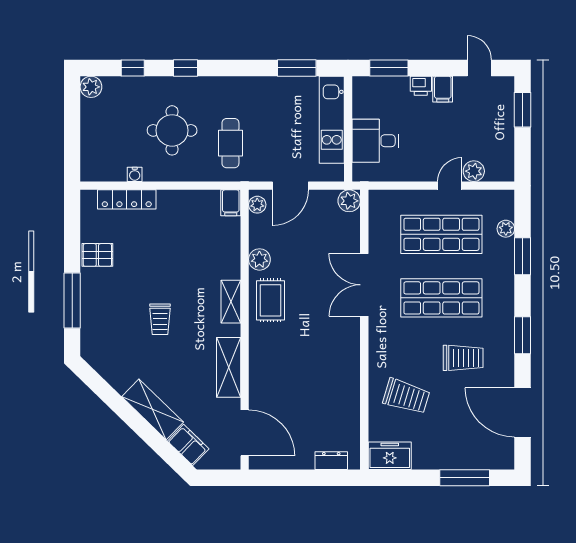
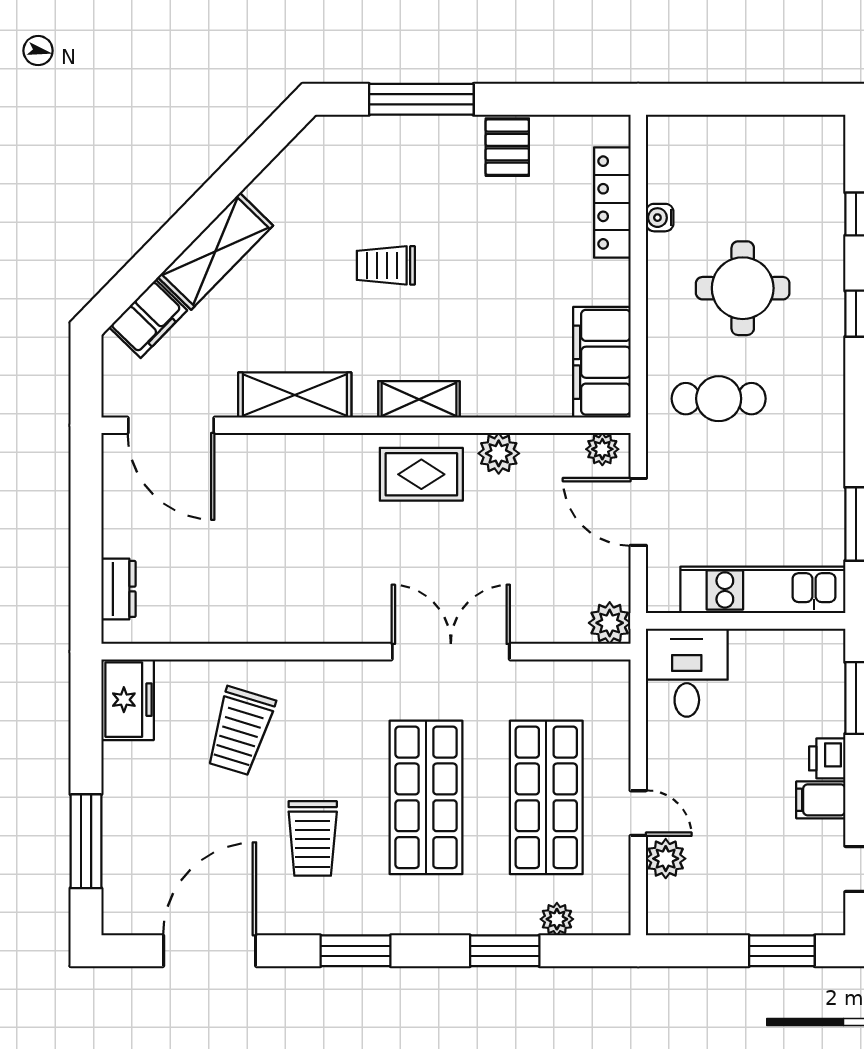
plant: (91, 87) -> (825, 135), removed
desk: (375, 141) -> (687, 673), moved
filing cabinet: (231, 203) -> (602, 362), width x3.00, depth x1.17
door: (245, 433) -> (171, 425), hinge flipped

